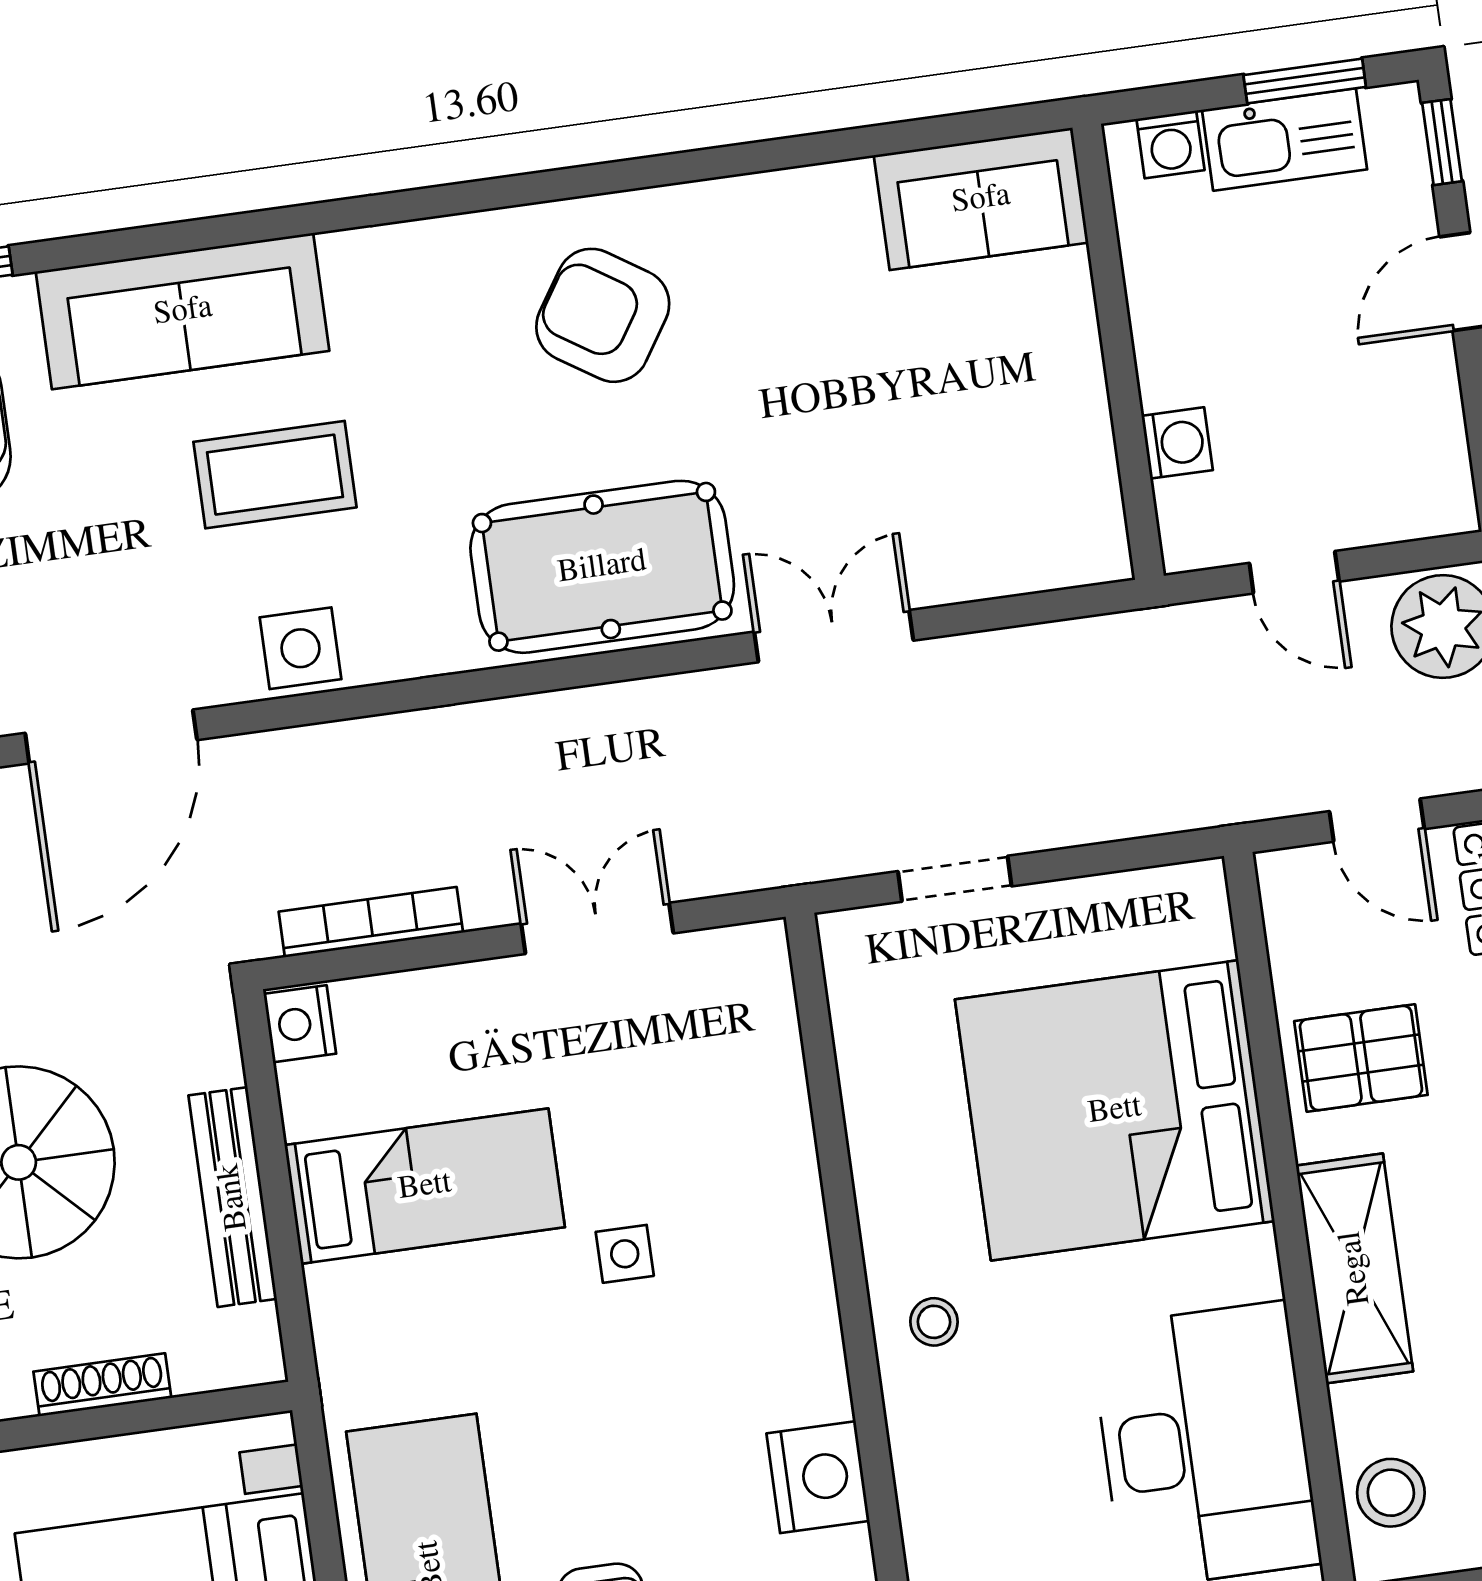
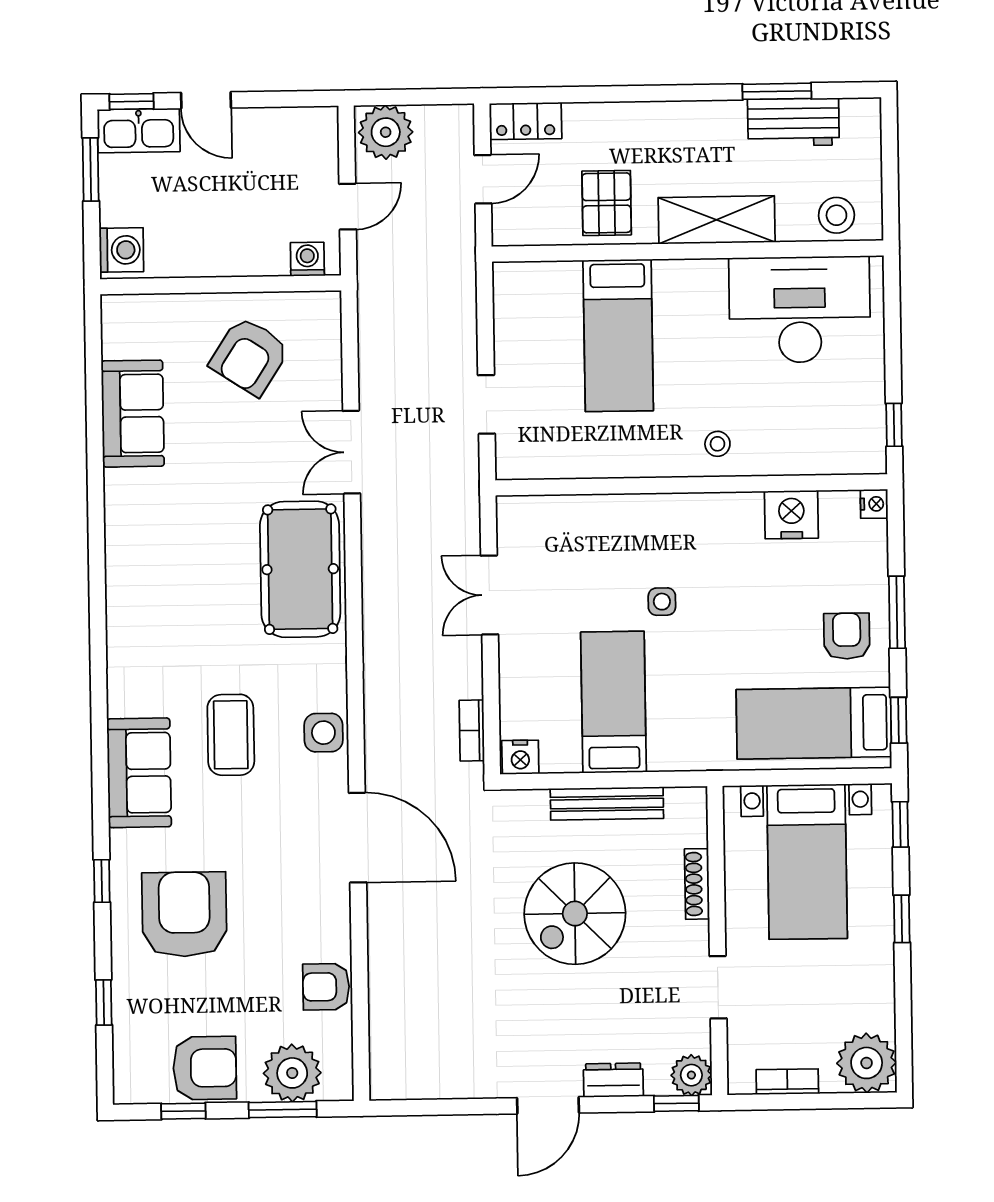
kitchen sink: (1285, 140) -> (139, 131), moved, turned 90
washing machine: (1170, 144) -> (121, 250), width x1.38, depth x1.38
sofa: (981, 199) -> (133, 414), moved
sofa: (183, 311) -> (139, 773), width x0.73
armchair: (603, 315) -> (250, 356), moved
washing machine: (1177, 443) -> (307, 259), moved
bookcase: (371, 922) -> (472, 730), width x0.64
bed: (1115, 1110) -> (618, 335), width x0.49

